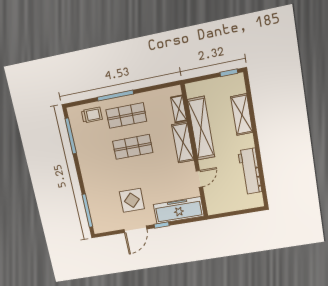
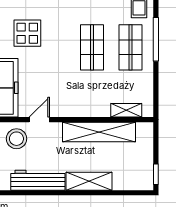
shelving: (242, 115) -> (89, 181), moved
shelving: (183, 143) -> (86, 108), removed
door: (199, 179) -> (39, 120), swing flipped
stool: (218, 194) -> (16, 139), added

